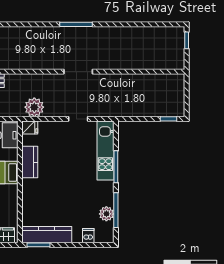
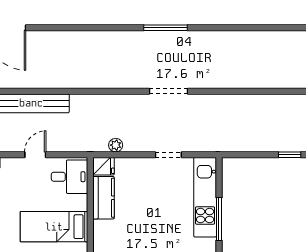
plant: (34, 107) -> (116, 145), width x0.53, depth x0.53
kitchen counter: (30, 162) -> (104, 198), moved

